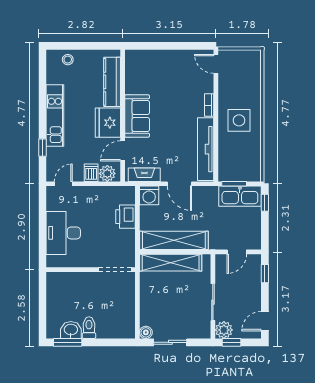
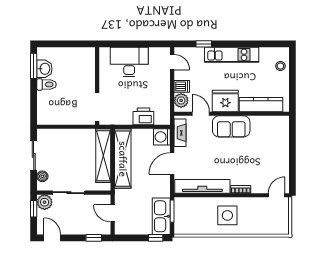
boiler: (146, 332) -> (42, 176), moved

